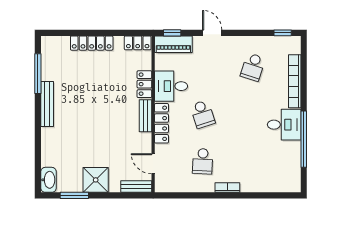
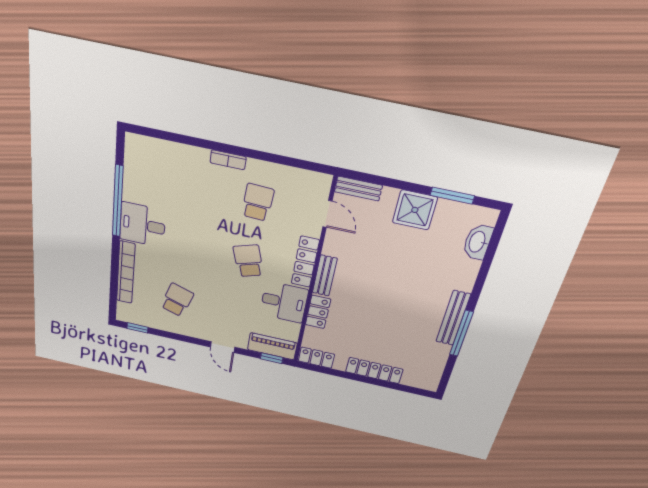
window: (38, 74) -> (461, 333), moved
washbasin: (49, 180) -> (478, 242), moved

